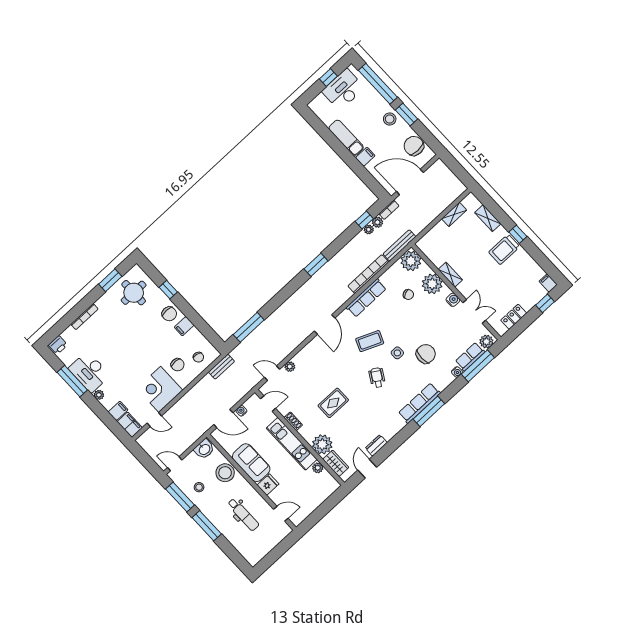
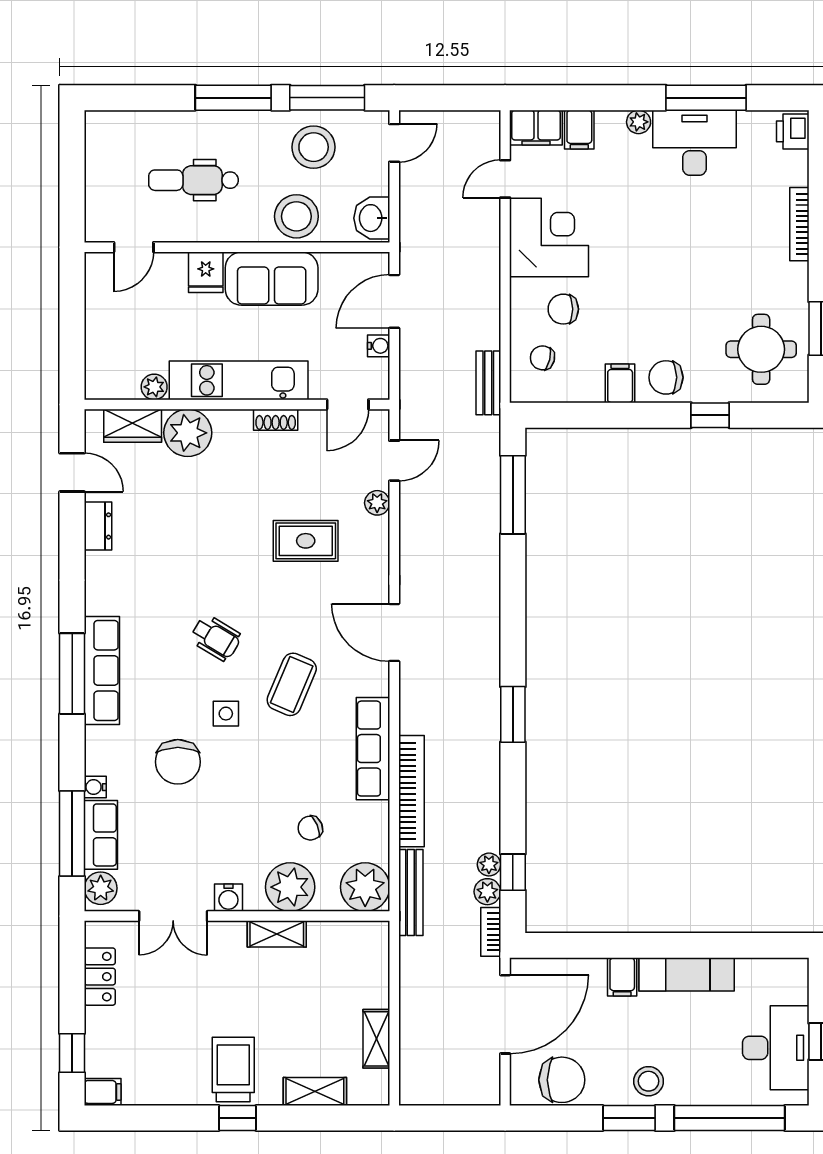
rug: (333, 403) -> (306, 541), moved, turned 90
stool: (199, 487) -> (314, 147), width x1.89, depth x1.89

